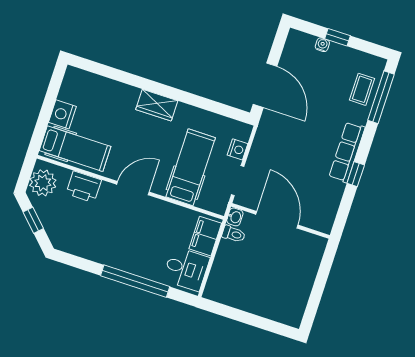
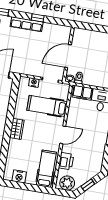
nightstand: (62, 114) -> (19, 176), moved
door: (133, 188) -> (63, 135), swing flipped

